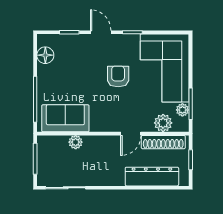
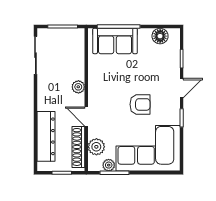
sofa: (65, 118) -> (115, 41), moved, turned 90
plant: (76, 142) -> (78, 87), moved

